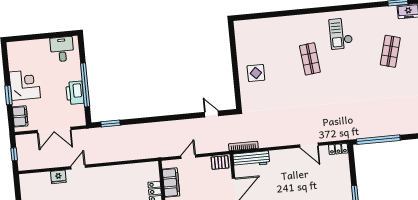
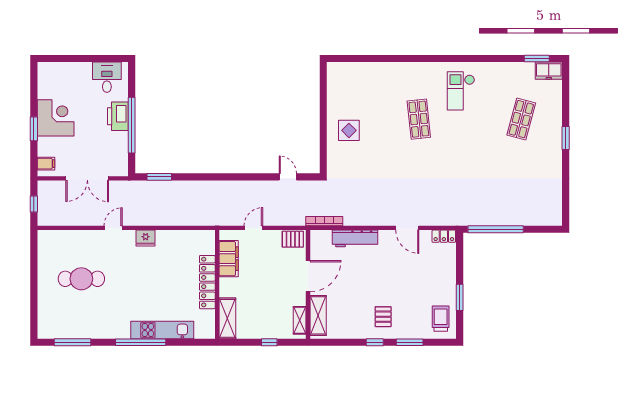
printer: (75, 93) -> (118, 116), moved
filing cabinet: (20, 116) -> (46, 164), width x0.50
workbench: (251, 159) -> (355, 238), moved
fridge: (58, 177) -> (146, 238), moved

